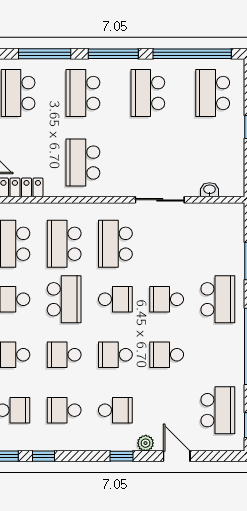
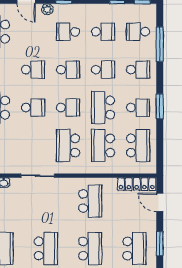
school desk: (64, 244) -> (103, 145), turned 180
school desk: (115, 244) -> (68, 145), turned 180
school desk: (115, 299) -> (68, 108), turned 180

